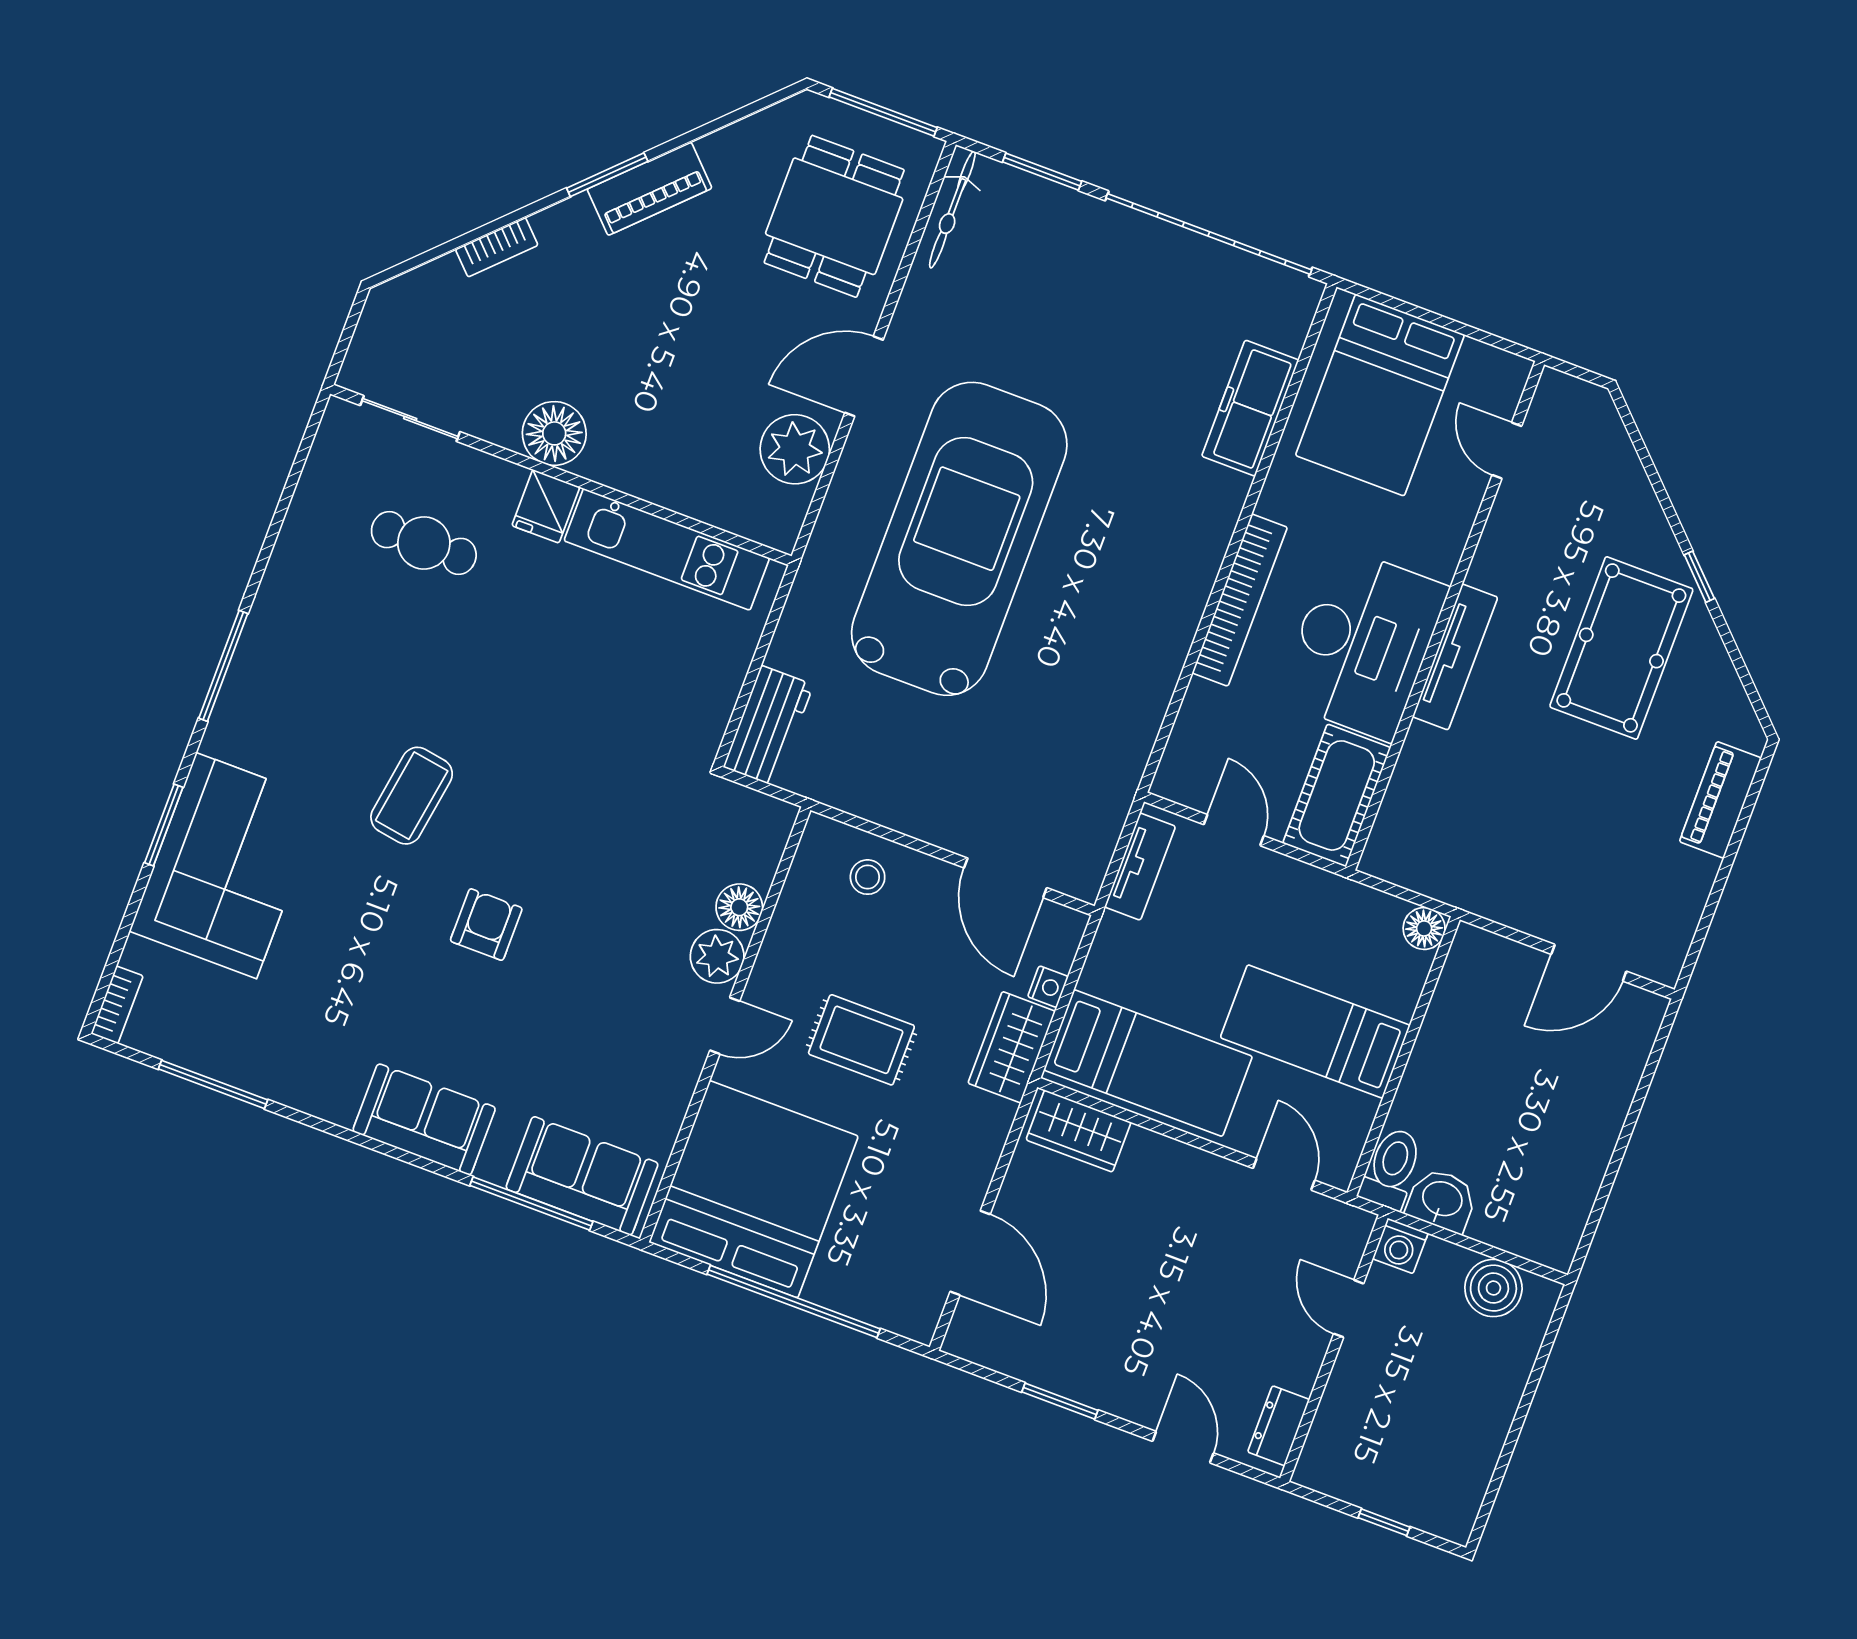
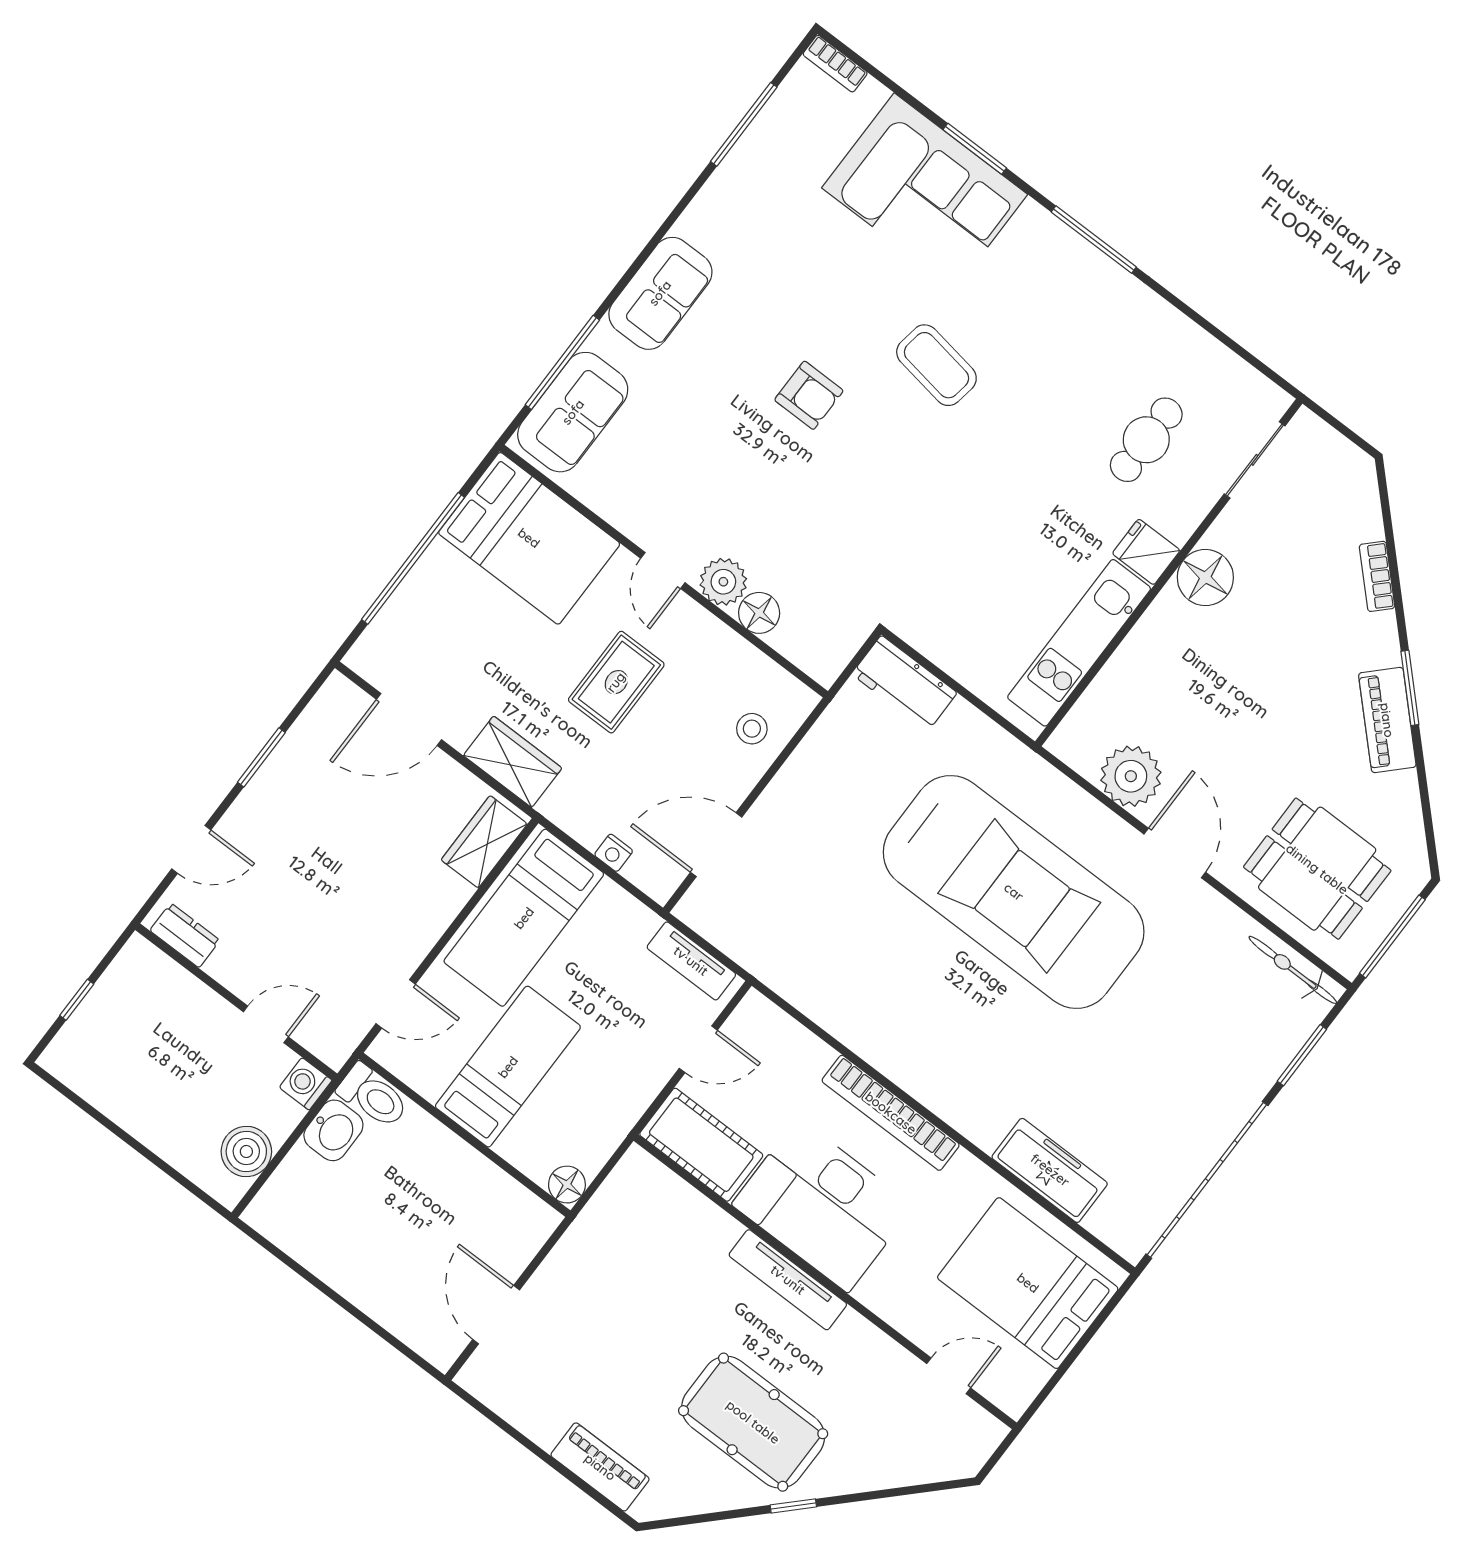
wardrobe: (1012, 1047) -> (513, 762), moved
bed: (754, 1189) -> (529, 538), width x0.73

